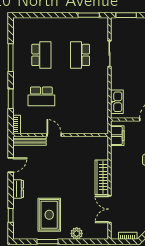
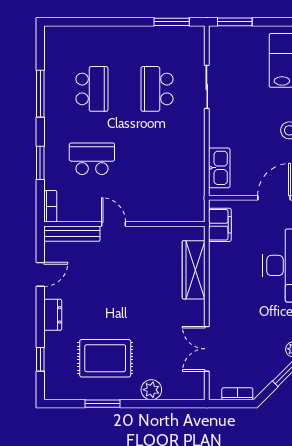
school desk: (41, 96) -> (92, 159), turned 180
wardrobe: (102, 177) -> (194, 270), moved
rug: (49, 215) -> (105, 358), turned 90

